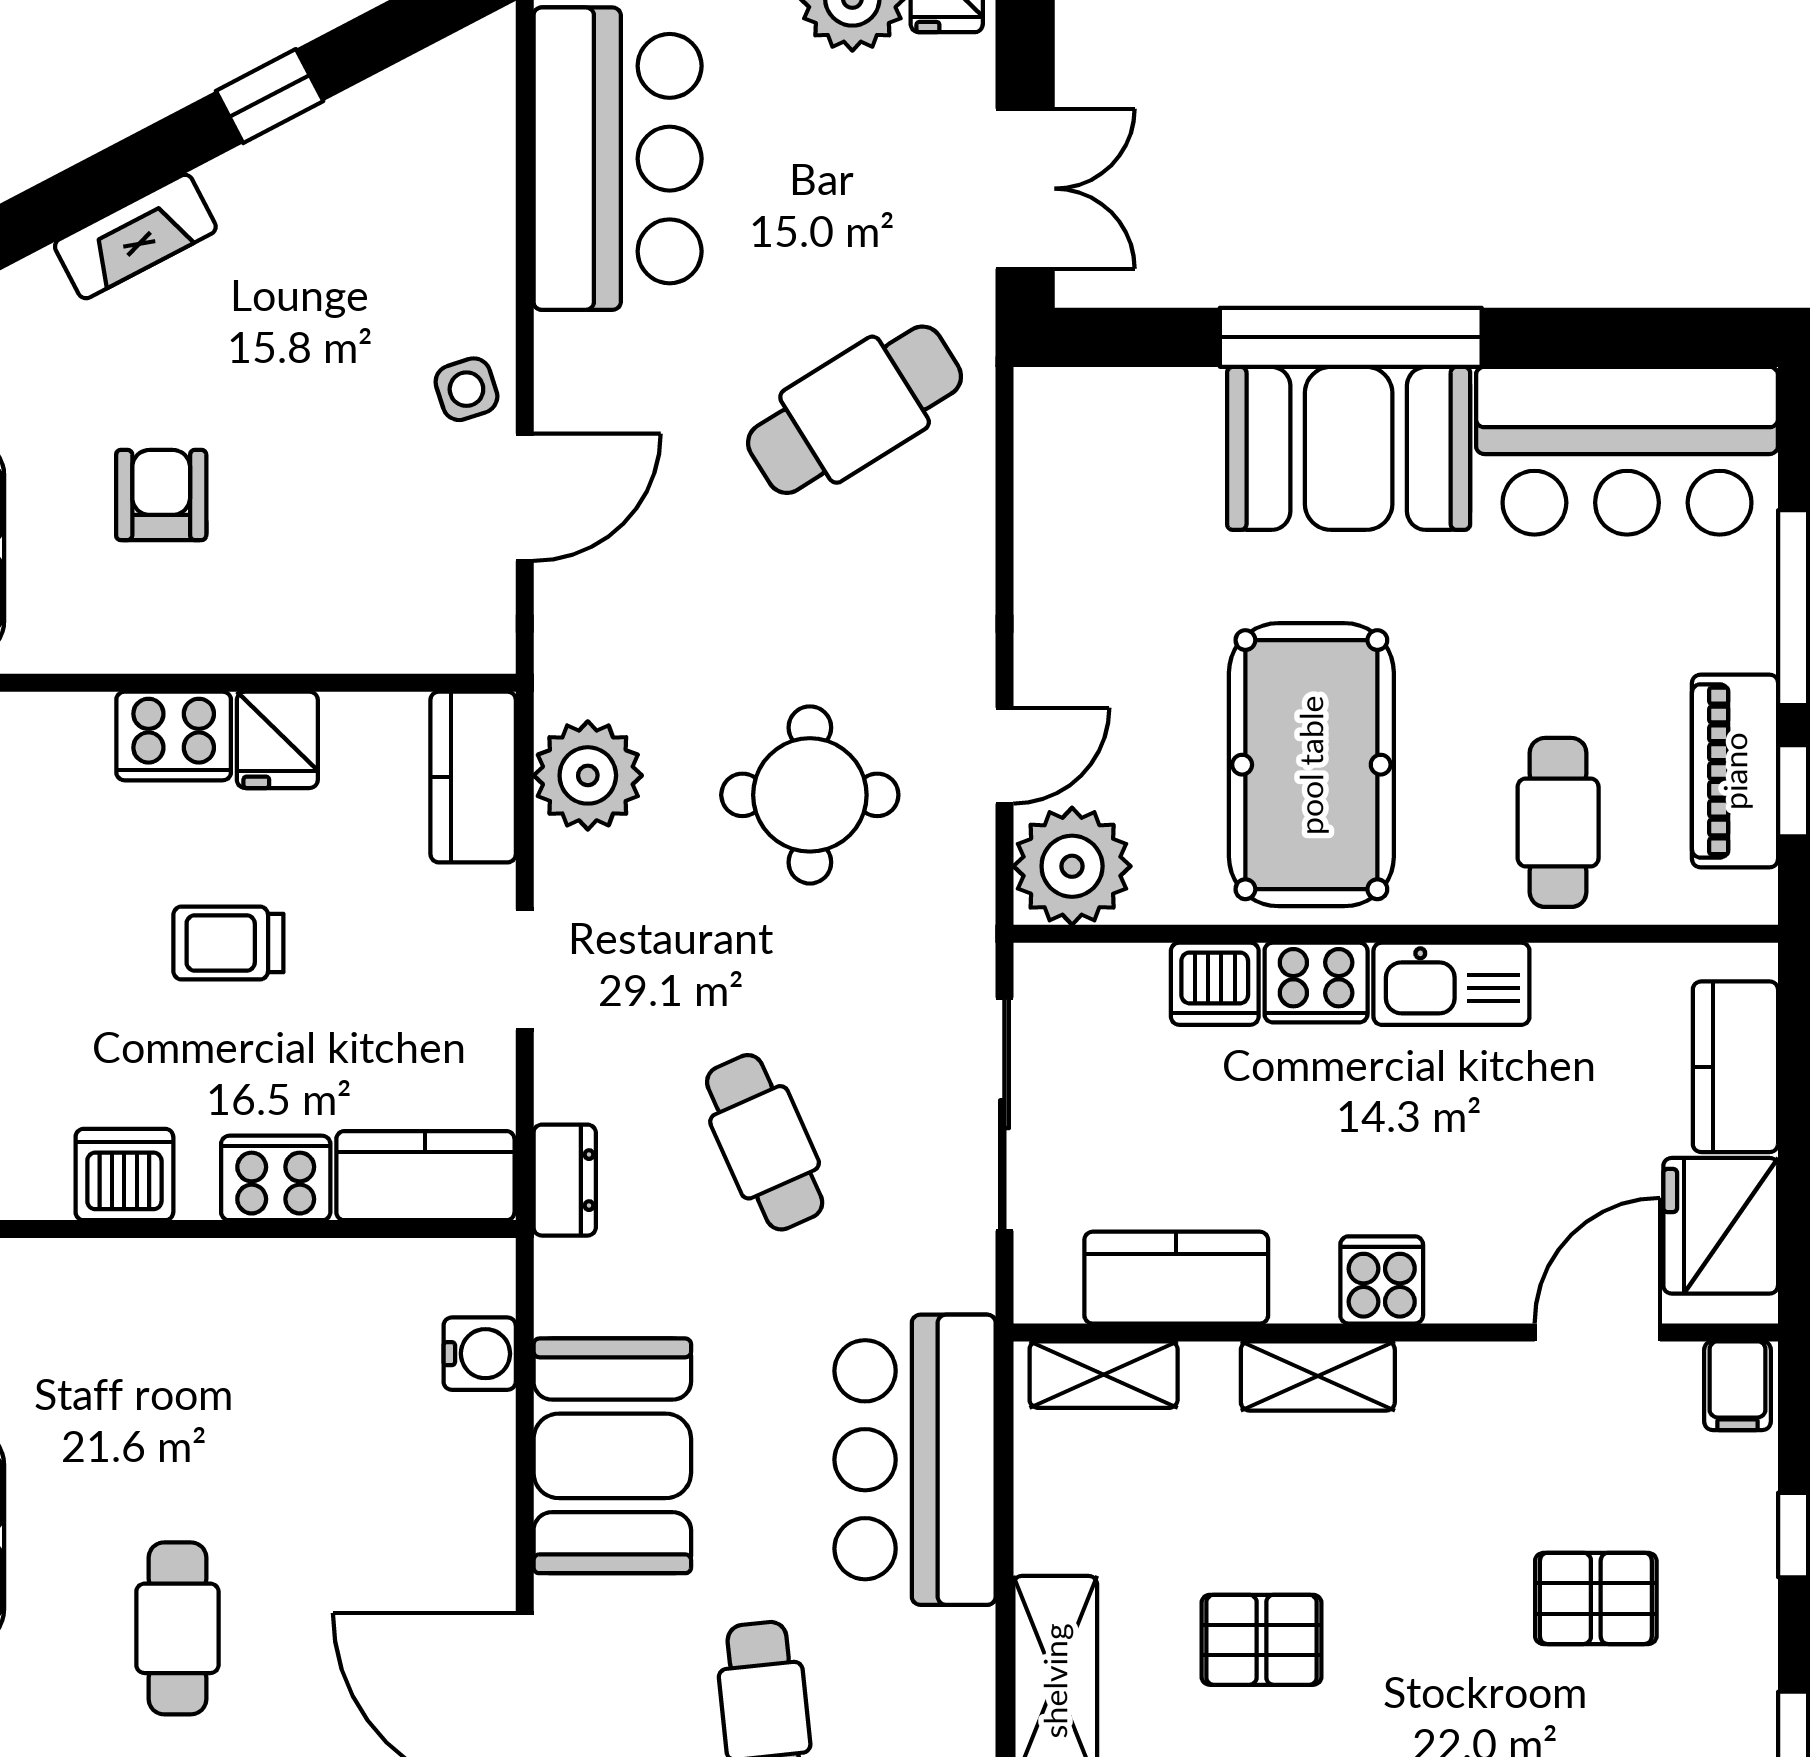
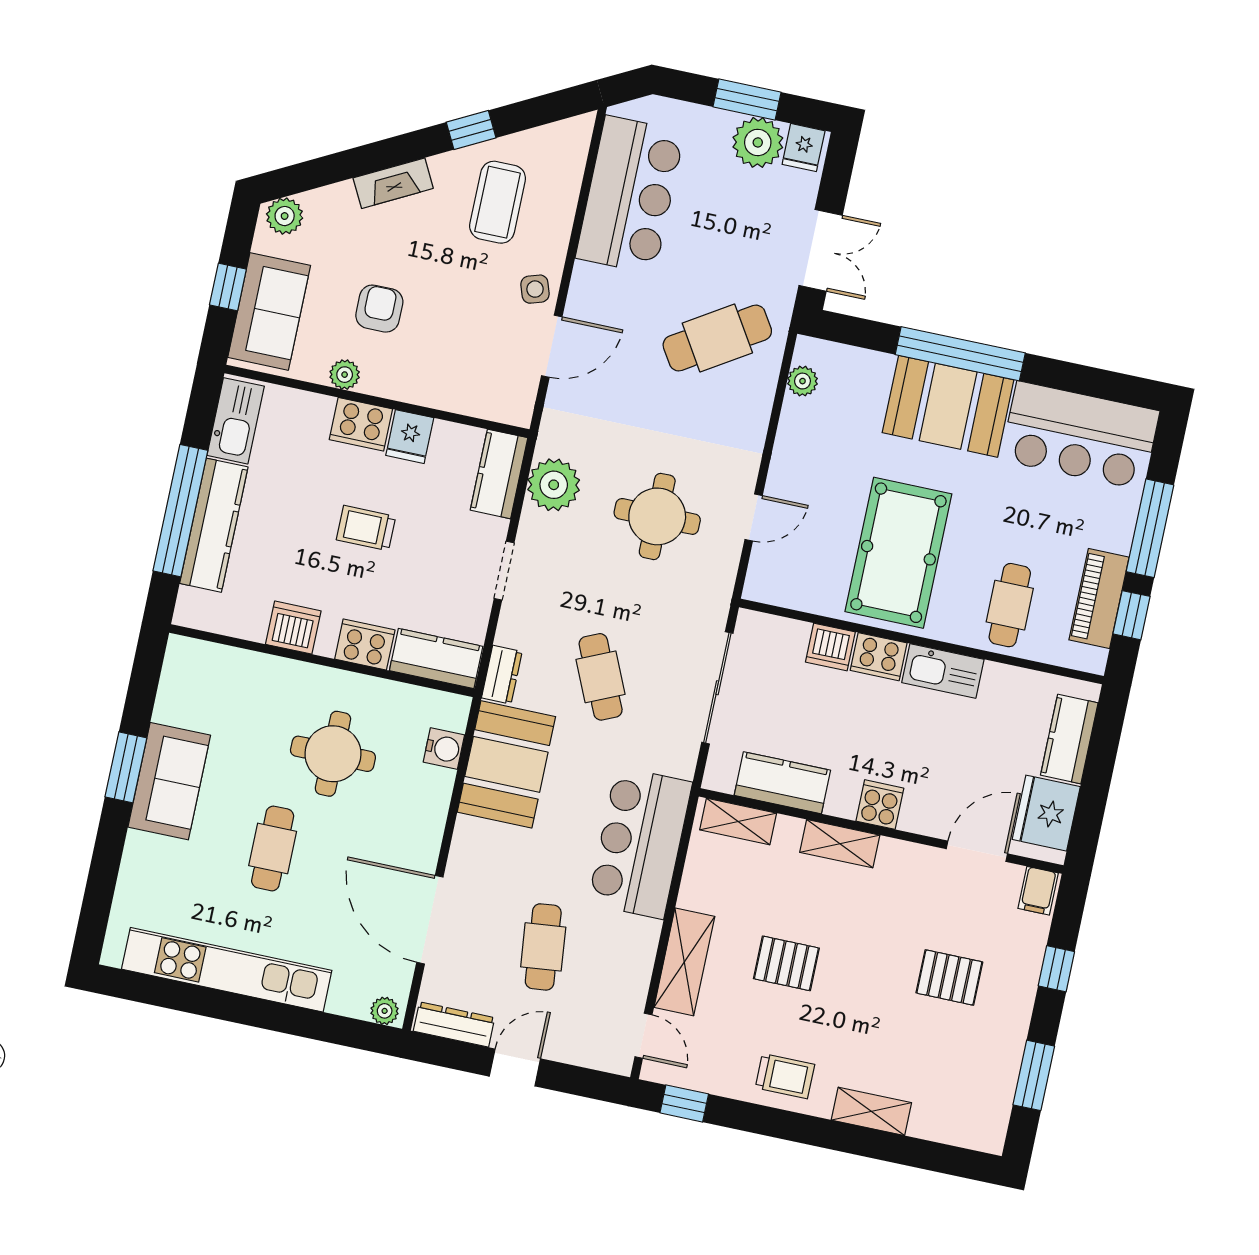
coffee table: (354, 230) -> (498, 202), added
plant: (119, 643) -> (345, 375), added
plant: (1072, 866) -> (803, 381), moved, width x0.53, depth x0.53
round table: (258, 1412) -> (333, 754), added
booth: (612, 1456) -> (506, 764), moved

